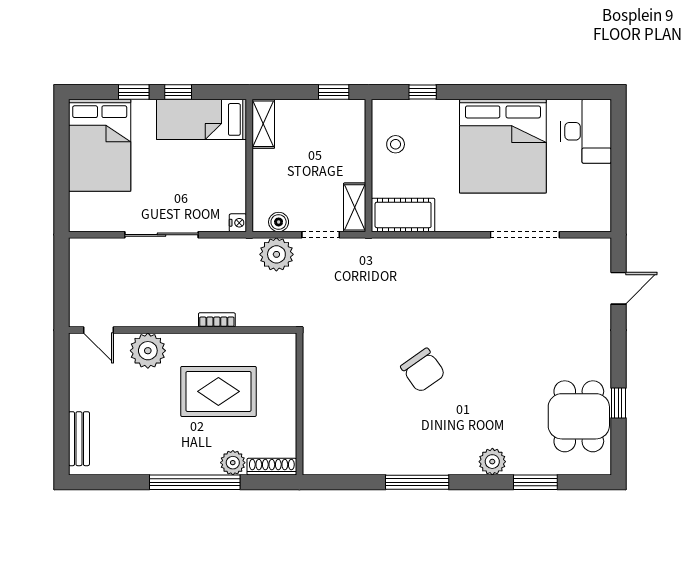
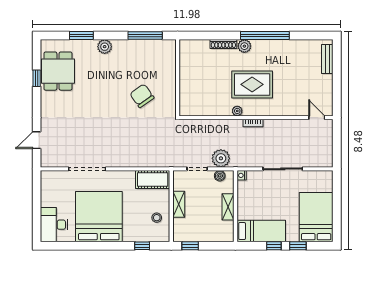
shelving: (263, 124) -> (228, 207), moved
shelving: (355, 207) -> (179, 204), moved
plant: (148, 351) -> (237, 111), moved, width x0.53, depth x0.53
wall: (299, 404) -> (178, 78), moved

